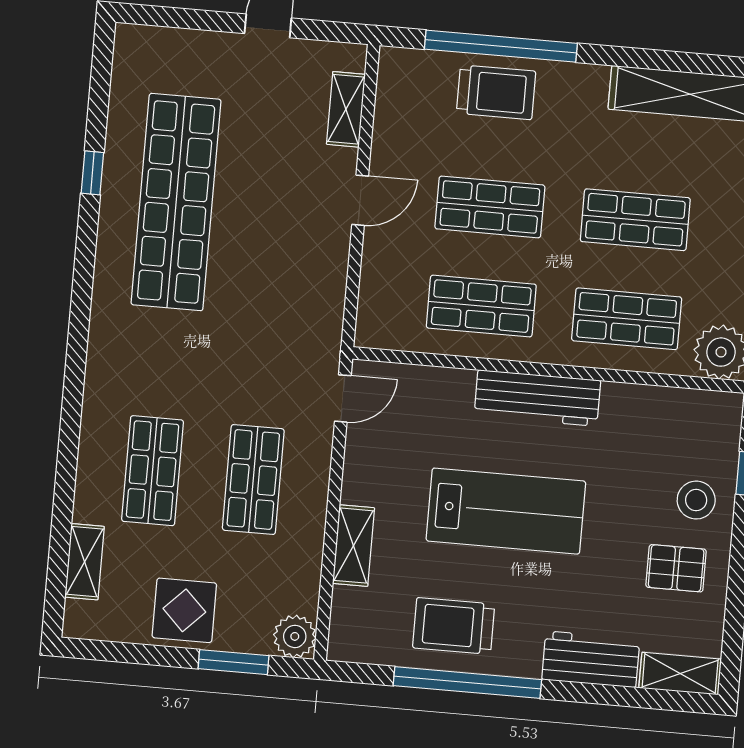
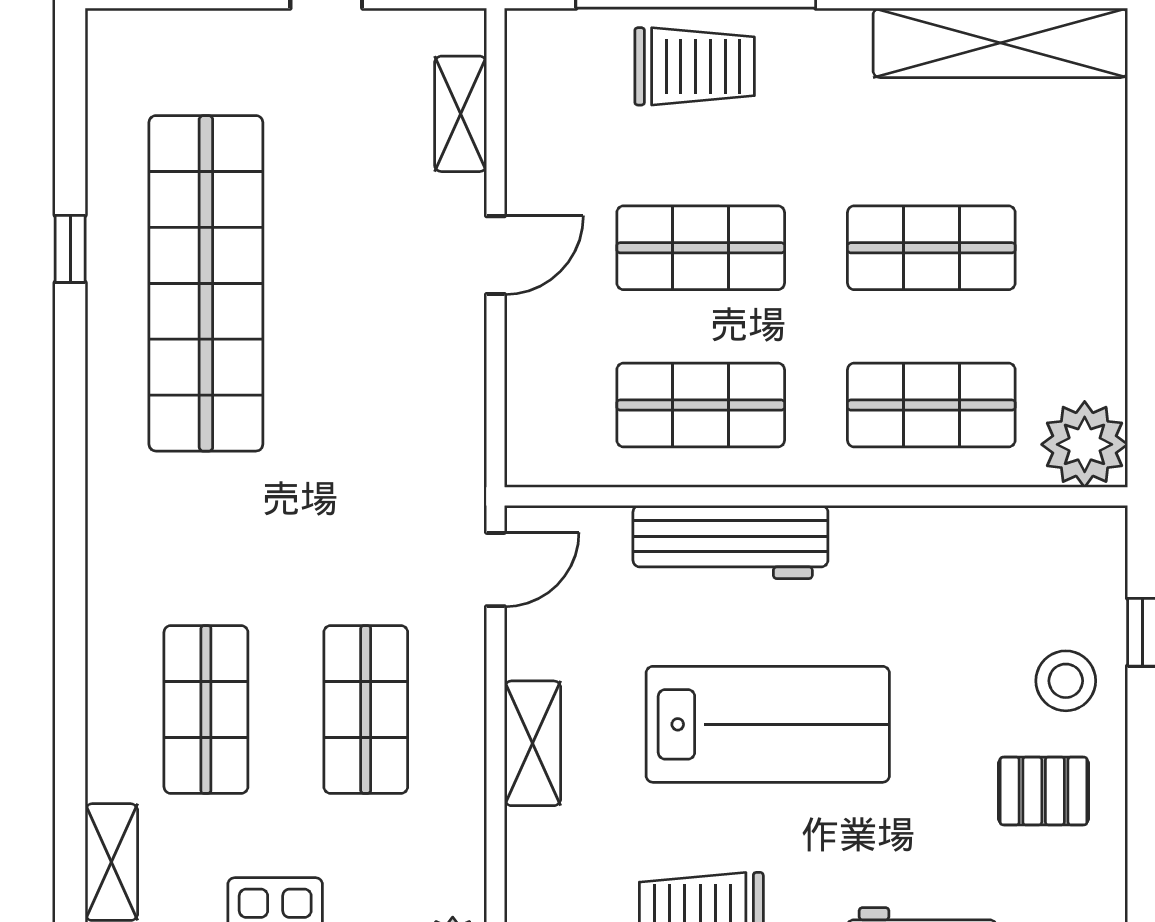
workbench: (537, 398) -> (730, 542), moved
shelving: (353, 546) -> (533, 743), moved

